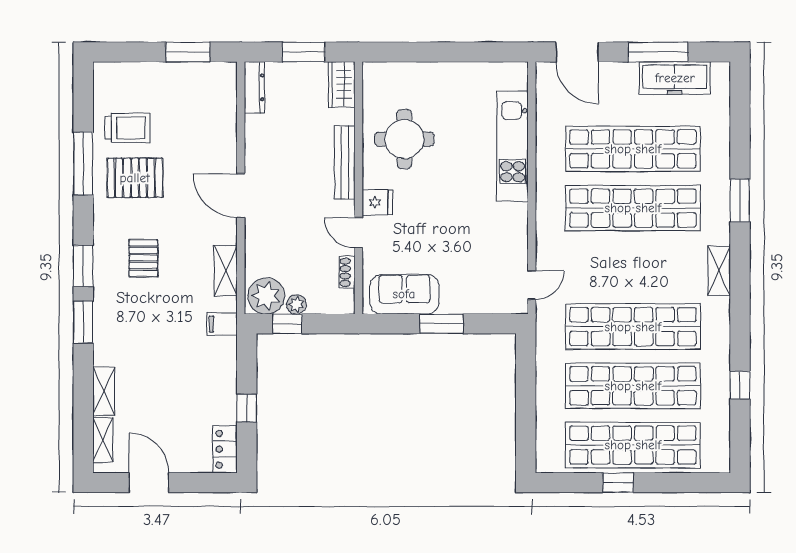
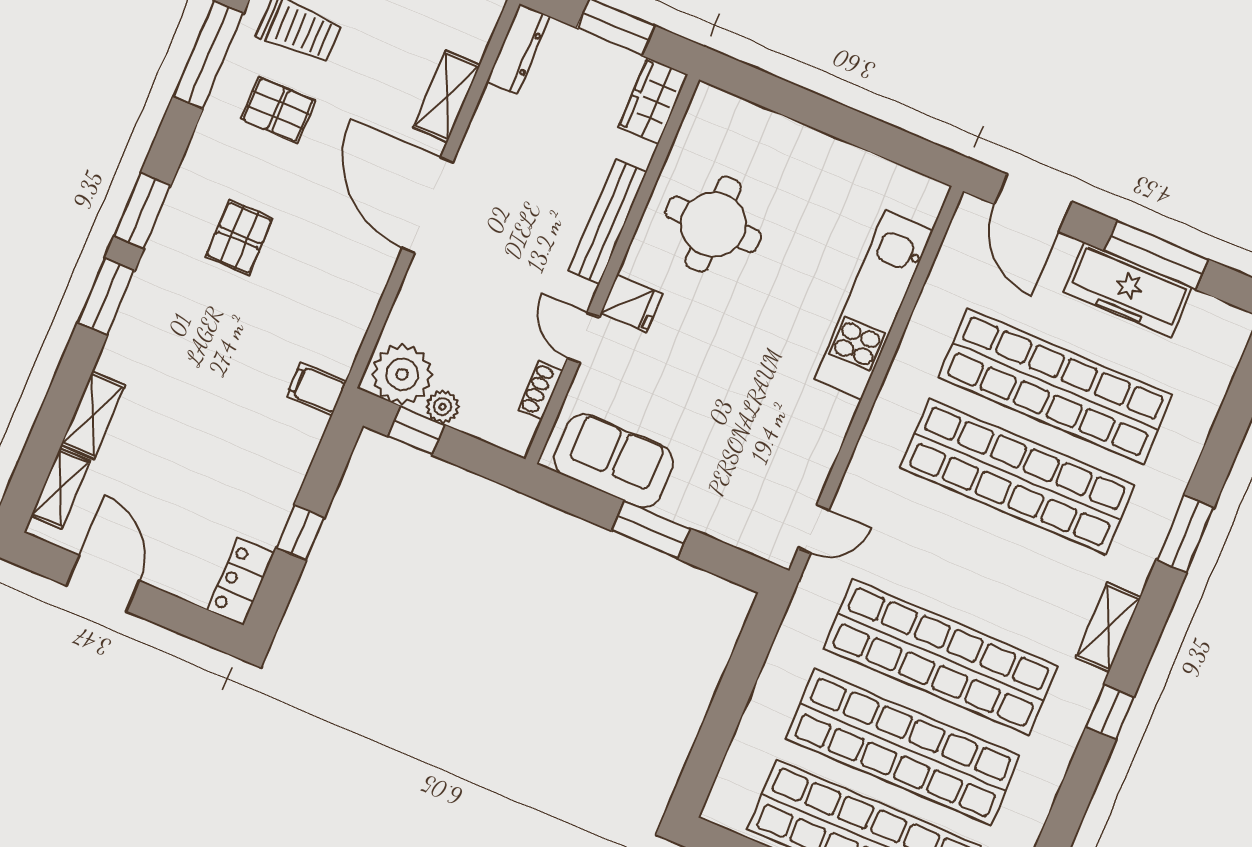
freezer: (675, 78) -> (1128, 290), moved
pallet: (135, 178) -> (278, 110), width x0.67, depth x0.71
door: (241, 196) -> (428, 205), width x1.36
shelving: (226, 271) -> (447, 96), moved
window: (740, 385) -> (1110, 712), moved

